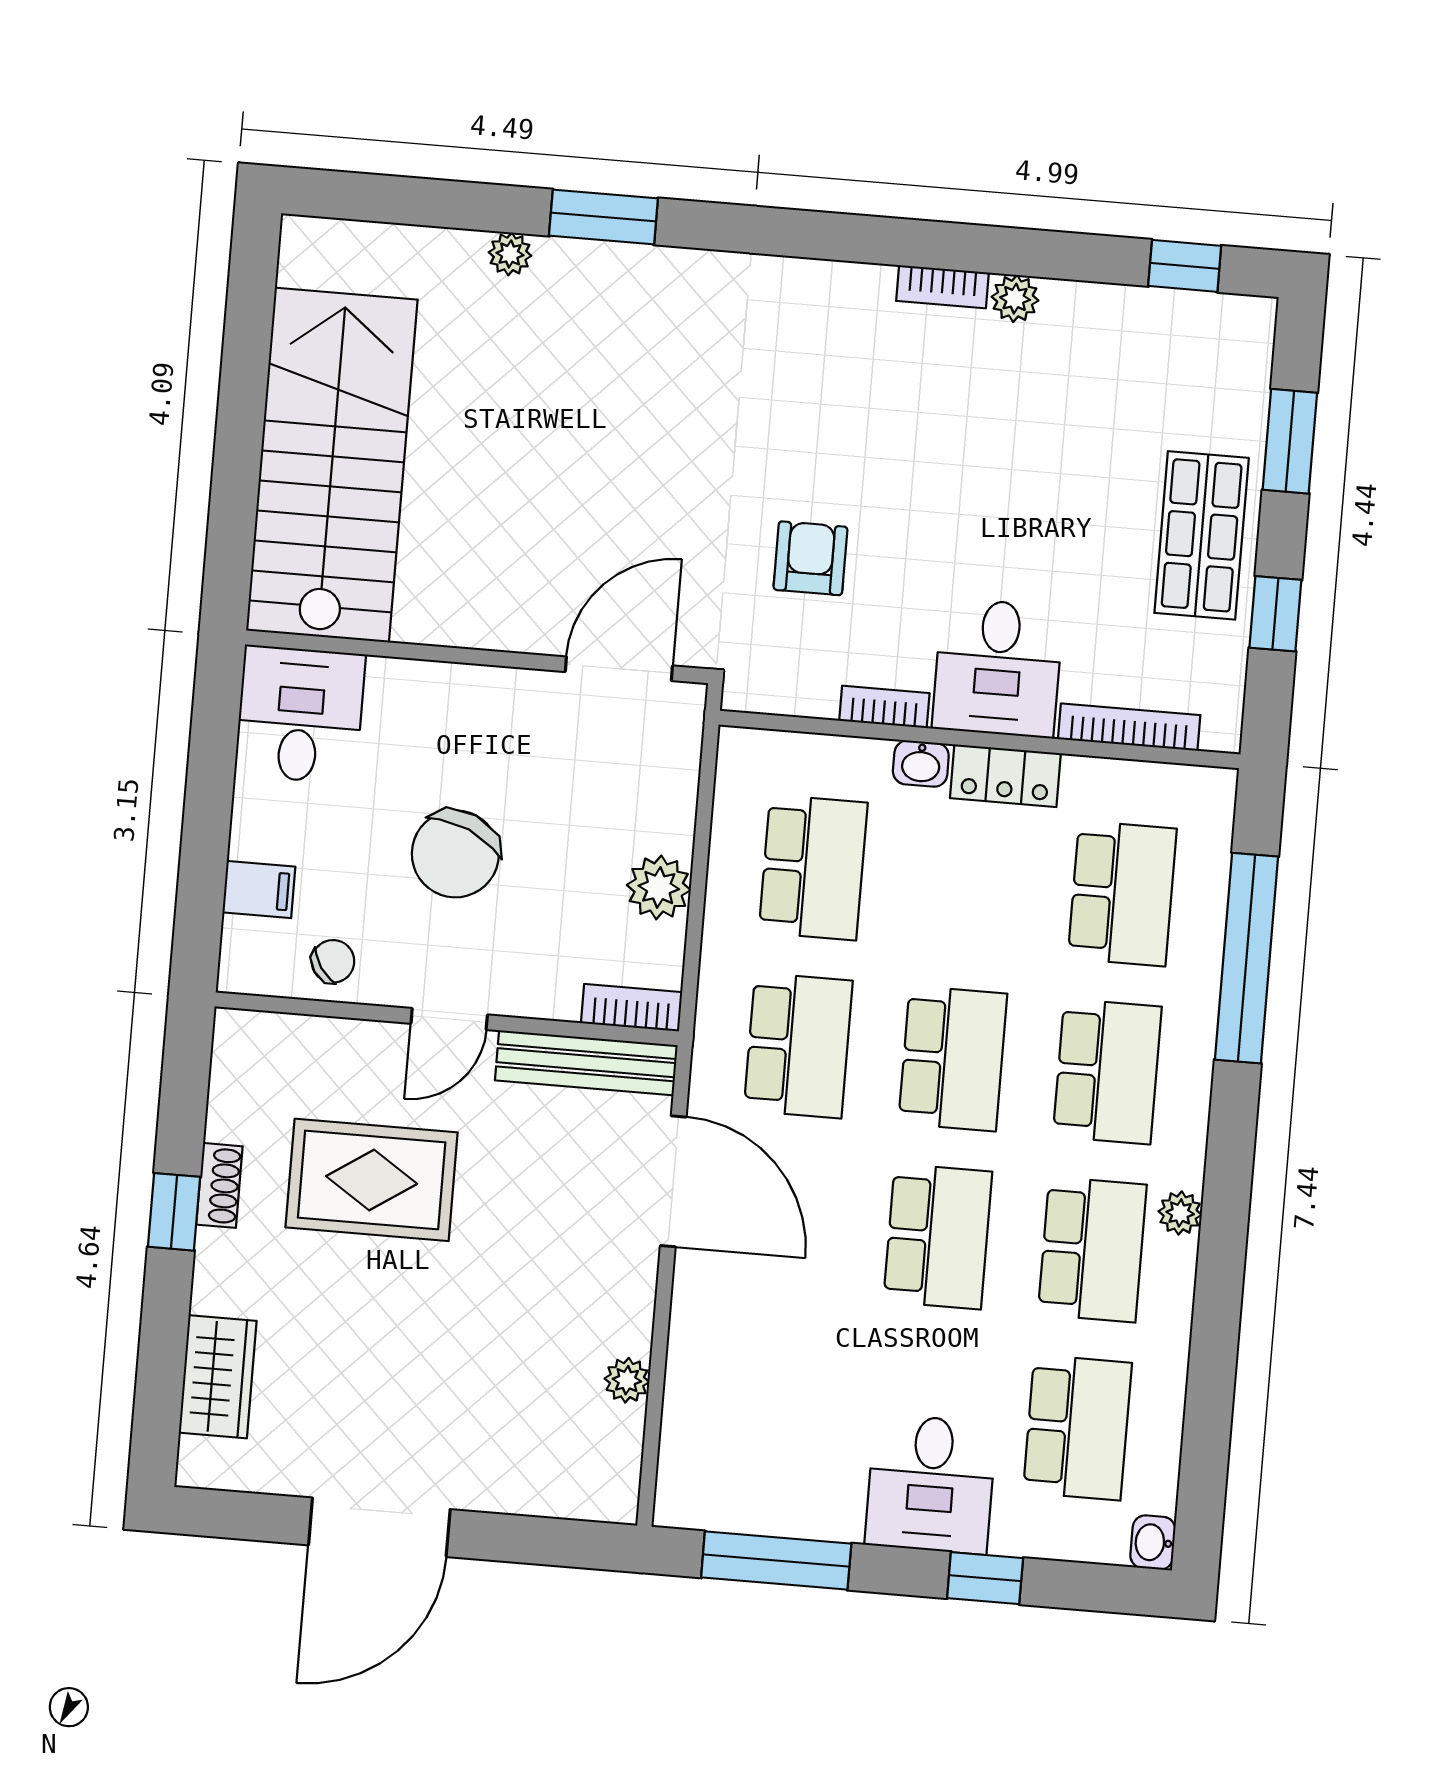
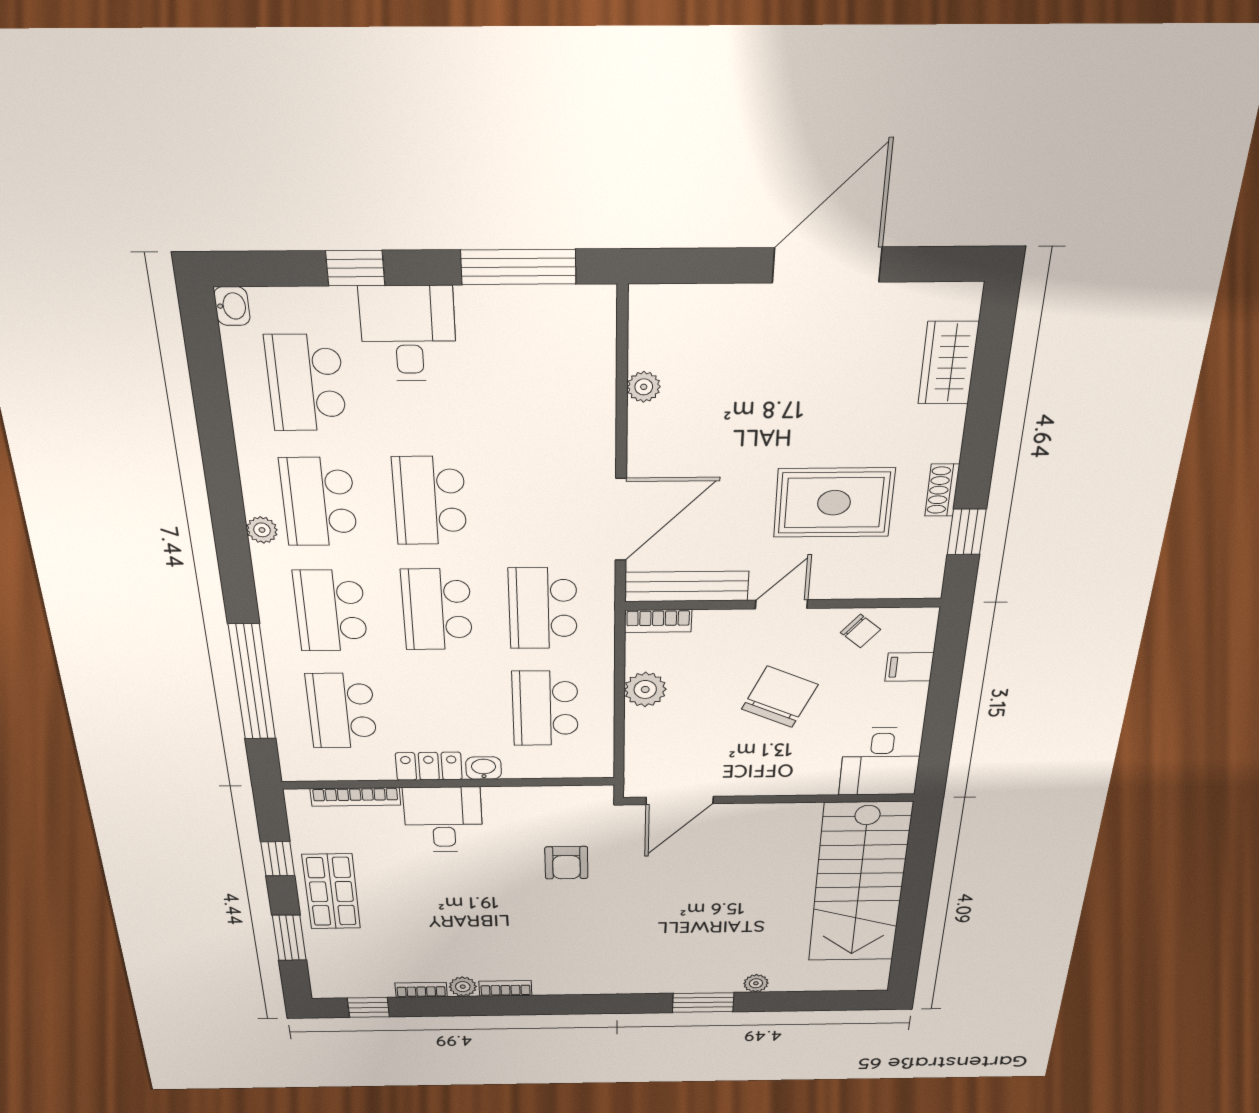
bookcase: (884, 707) -> (421, 990), moved, turned 180
chair: (333, 961) -> (861, 631), turned -106
door: (673, 1181) -> (621, 520), swing flipped
window: (174, 1212) -> (967, 532), moved

